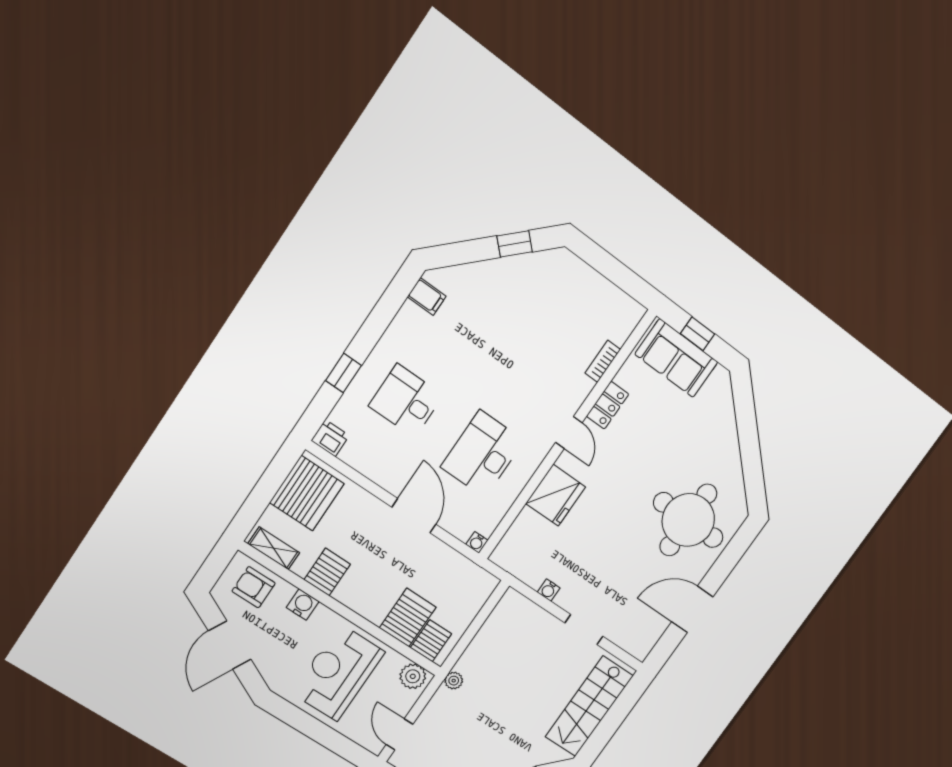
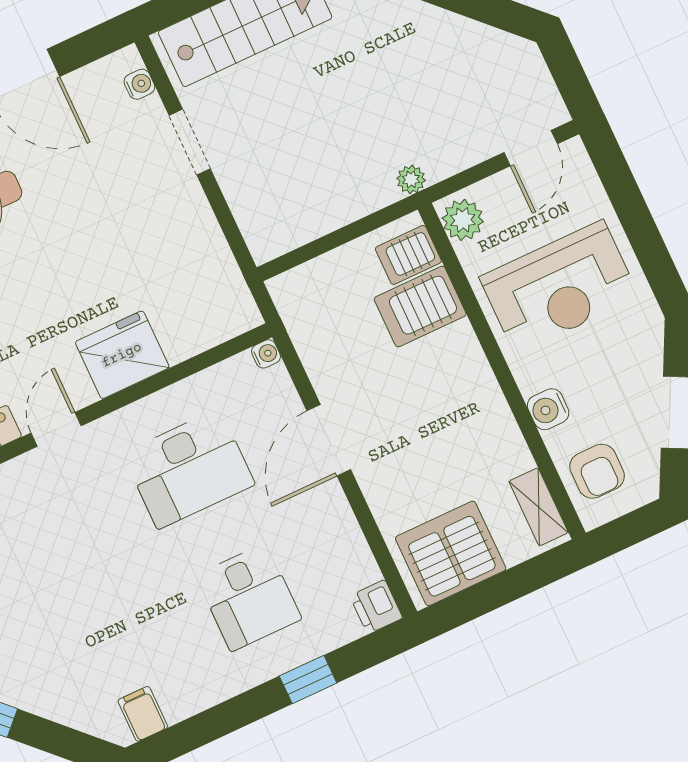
server rack: (327, 572) -> (489, 433), removed
water cooler: (549, 590) -> (139, 84), moved

